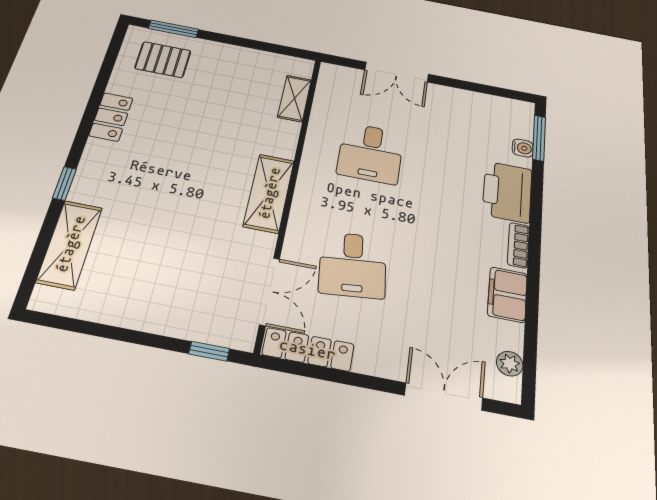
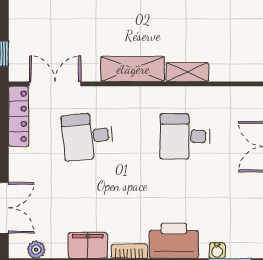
shelving: (295, 98) -> (187, 72), moved
double door: (270, 291) -> (55, 84), swing flipped

